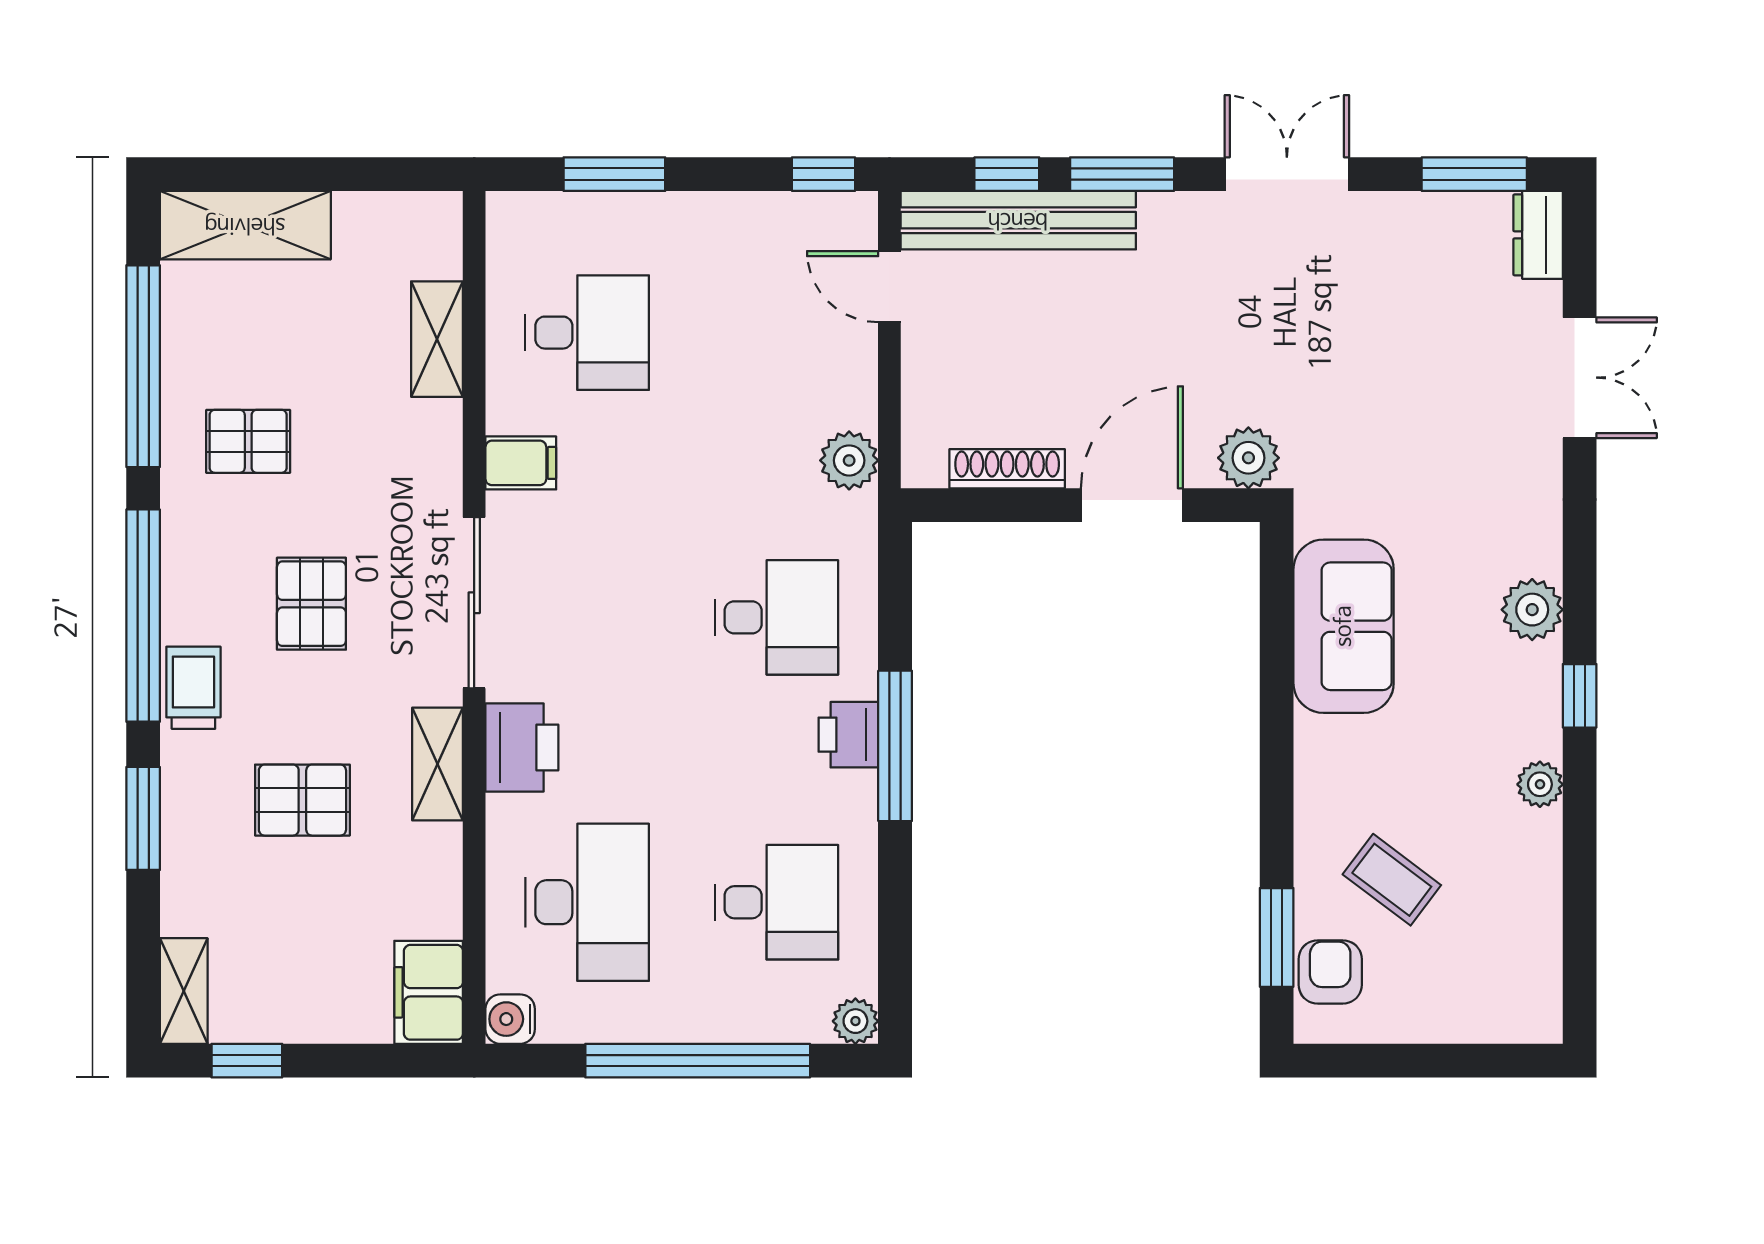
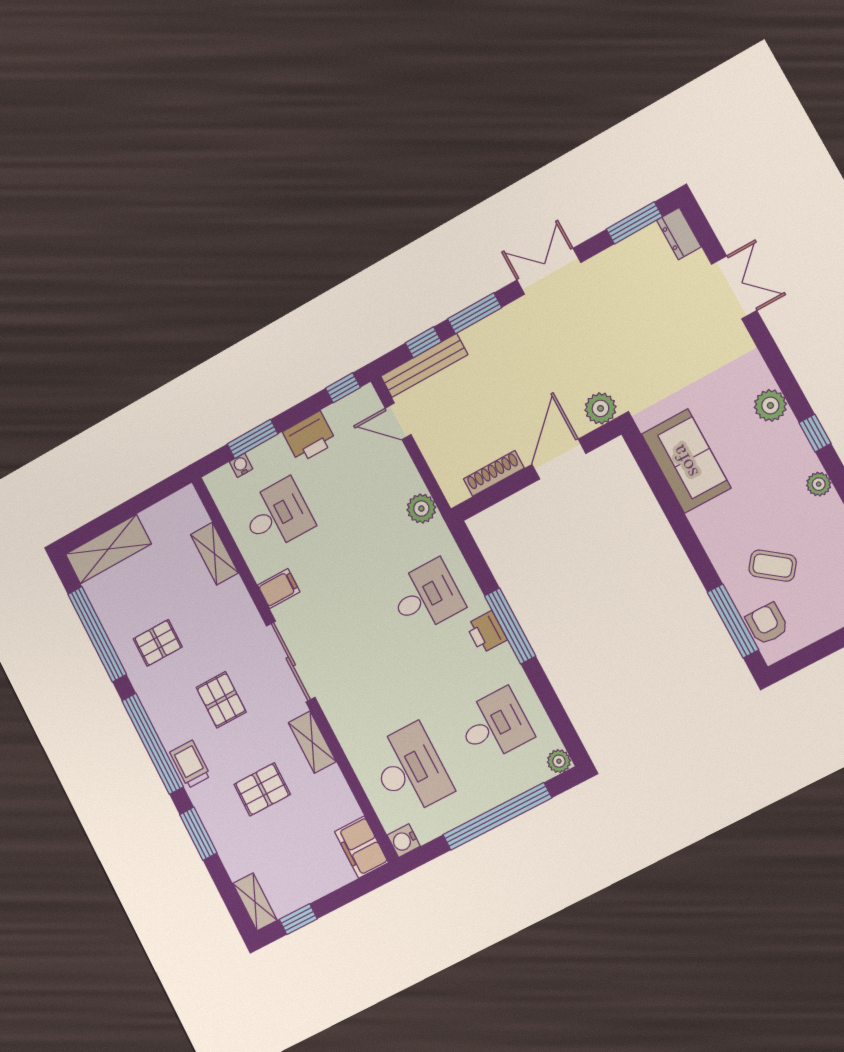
water cooler: (569, 209) -> (241, 465), added
bench: (1018, 220) -> (424, 365), width x0.73, depth x0.82
printer: (522, 747) -> (309, 437), moved, turned 90
window: (1277, 937) -> (733, 621), width x1.44

